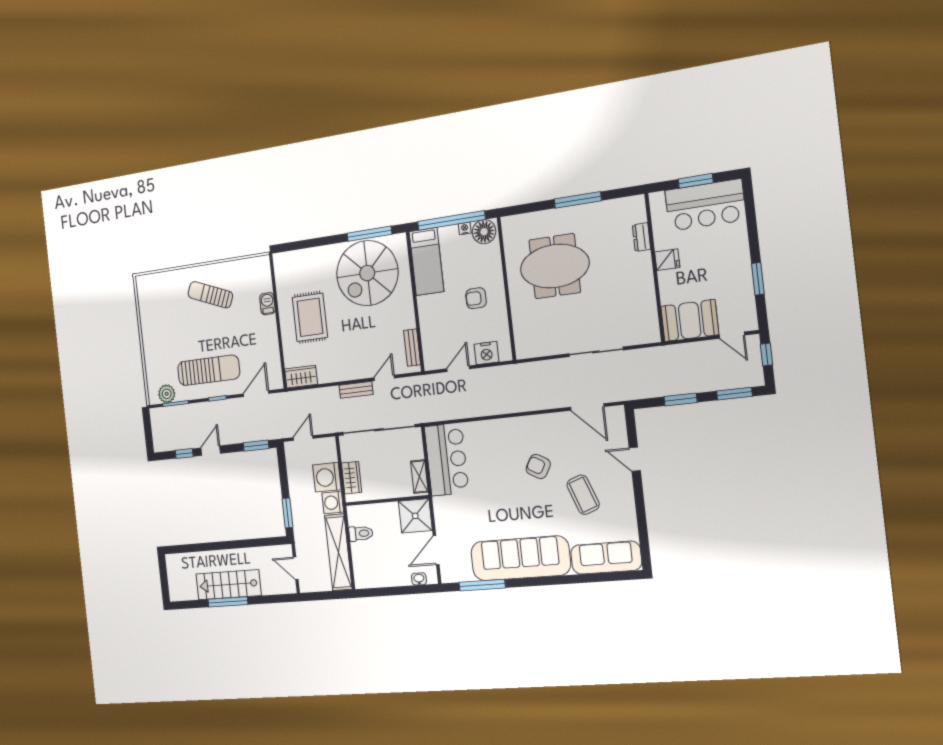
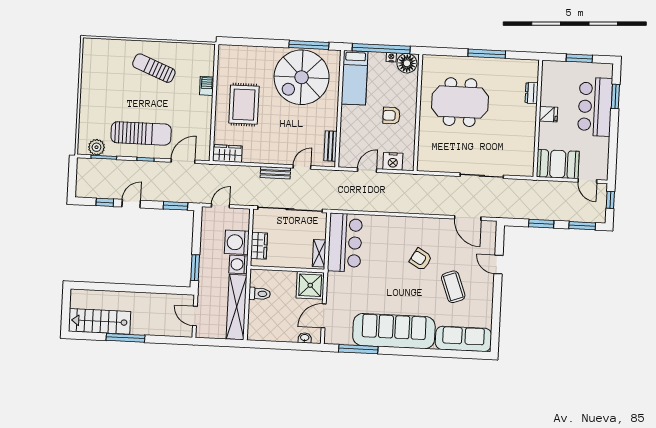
bar counter: (705, 205) -> (595, 107), moved, turned 90
window: (758, 279) -> (615, 96), moved
stairs: (228, 585) -> (99, 321), moved

